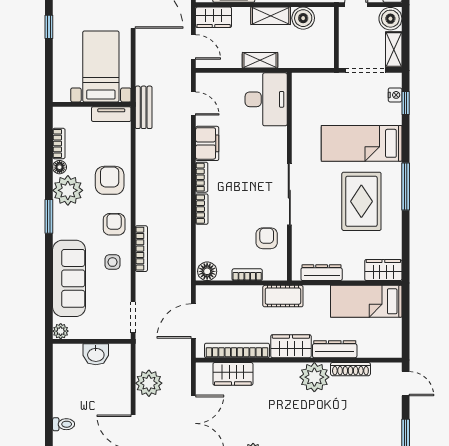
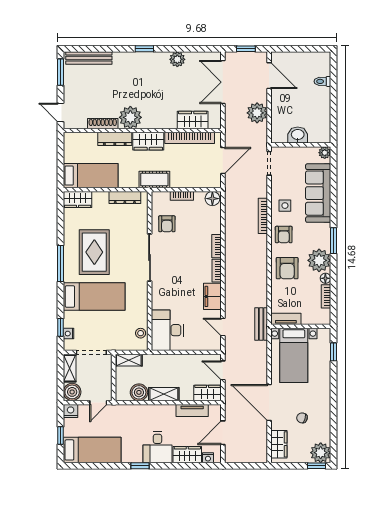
window: (49, 27) -> (334, 352), moved
shelving: (260, 60) -> (129, 360), moved
stool: (301, 95) -> (141, 333), added

